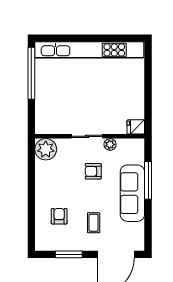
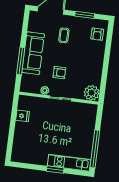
window: (82, 38) -> (55, 170), added
kitchen unit: (89, 50) -> (69, 163), width x0.54
fridge: (136, 127) -> (23, 116), moved
armchair: (59, 216) -> (97, 34), moved

